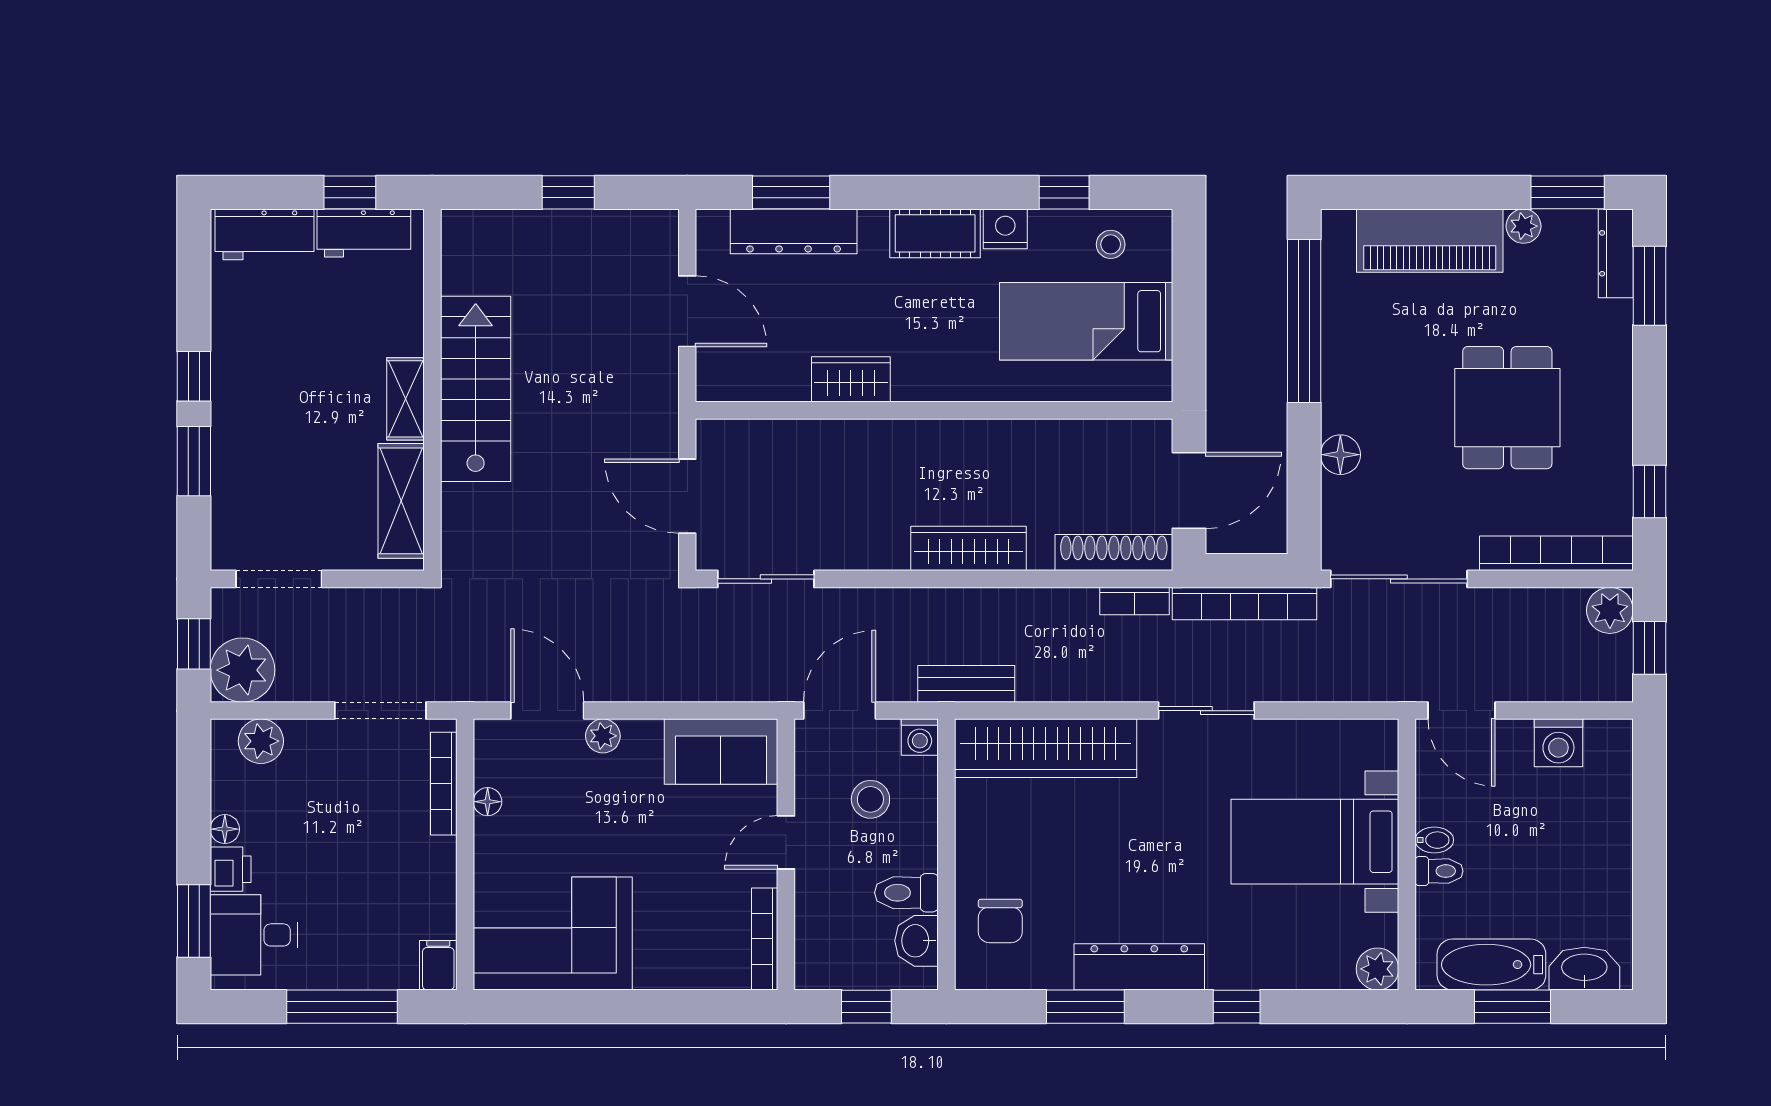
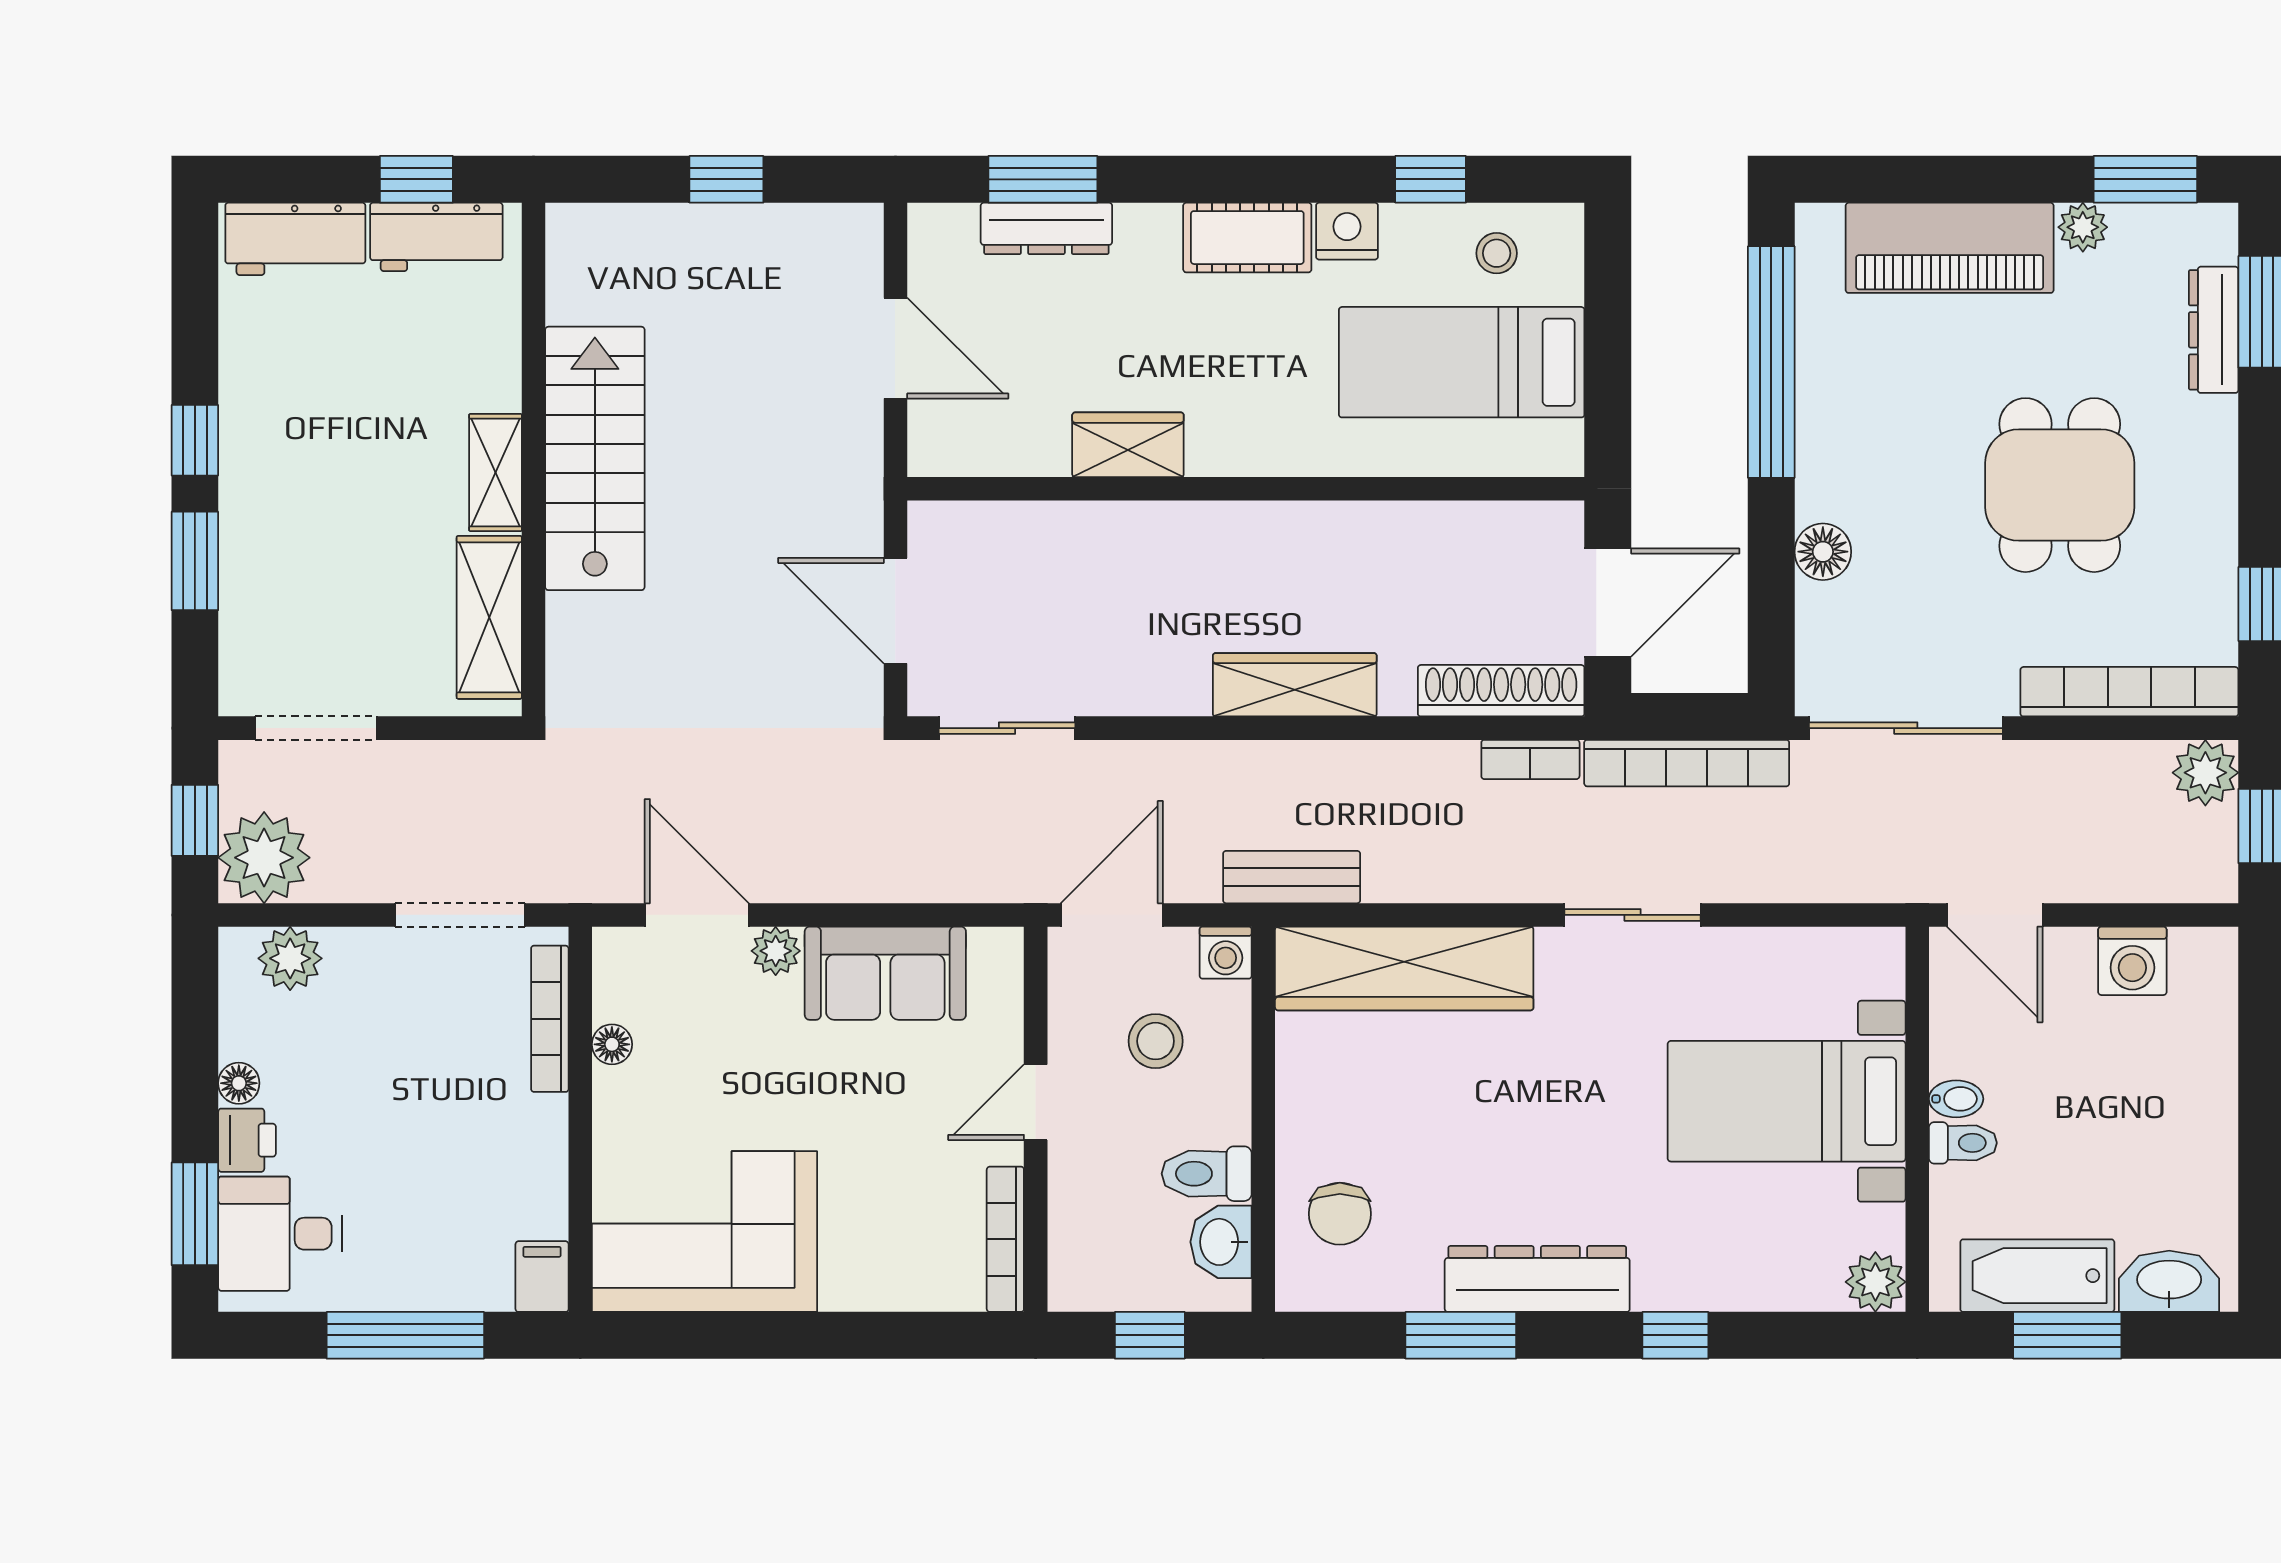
dresser: (794, 231) -> (1046, 228), width x0.73, depth x0.80
dresser: (1616, 253) -> (2214, 330), moved
sofa: (721, 752) -> (885, 973), moved

